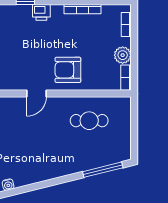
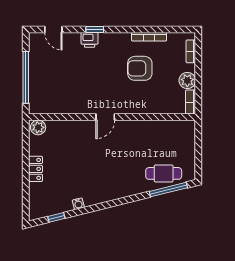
printer: (41, 12) -> (90, 40), moved
armchair: (68, 70) -> (140, 68), moved
cafe table: (89, 121) -> (164, 173), moved

